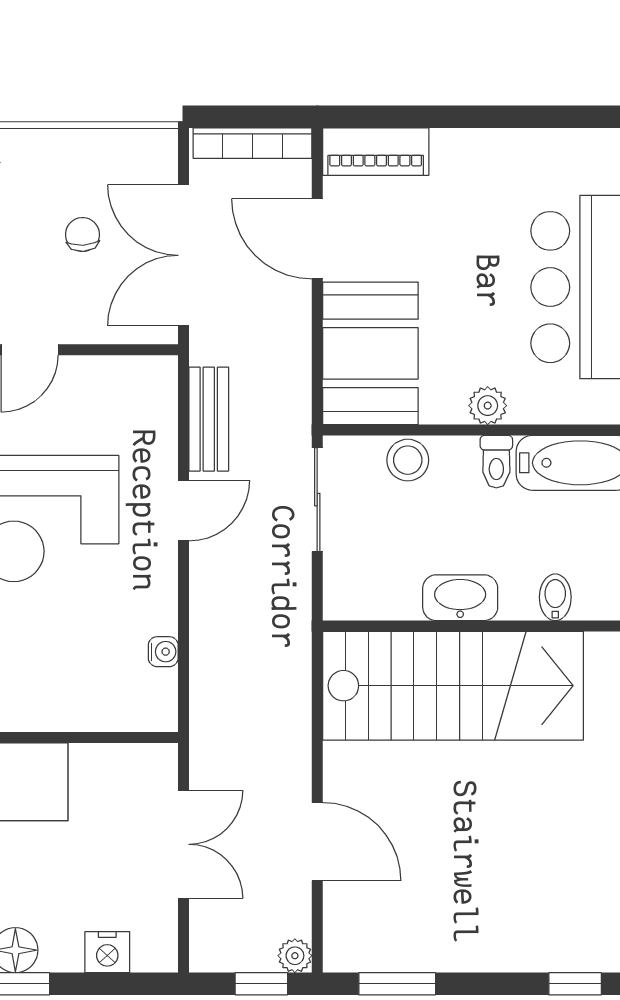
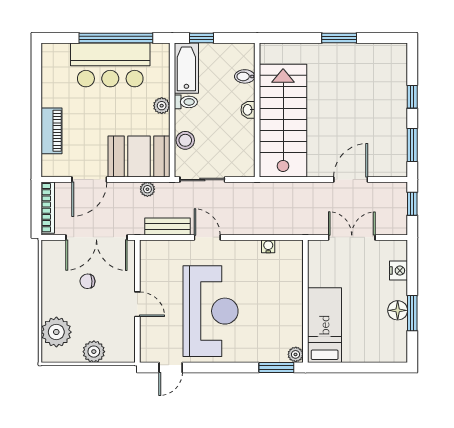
piano: (376, 152) -> (52, 131), moved
washbasin: (460, 598) -> (248, 110), width x0.52, depth x0.69
plant: (295, 956) -> (147, 189), moved
window: (575, 984) -> (412, 97), moved

